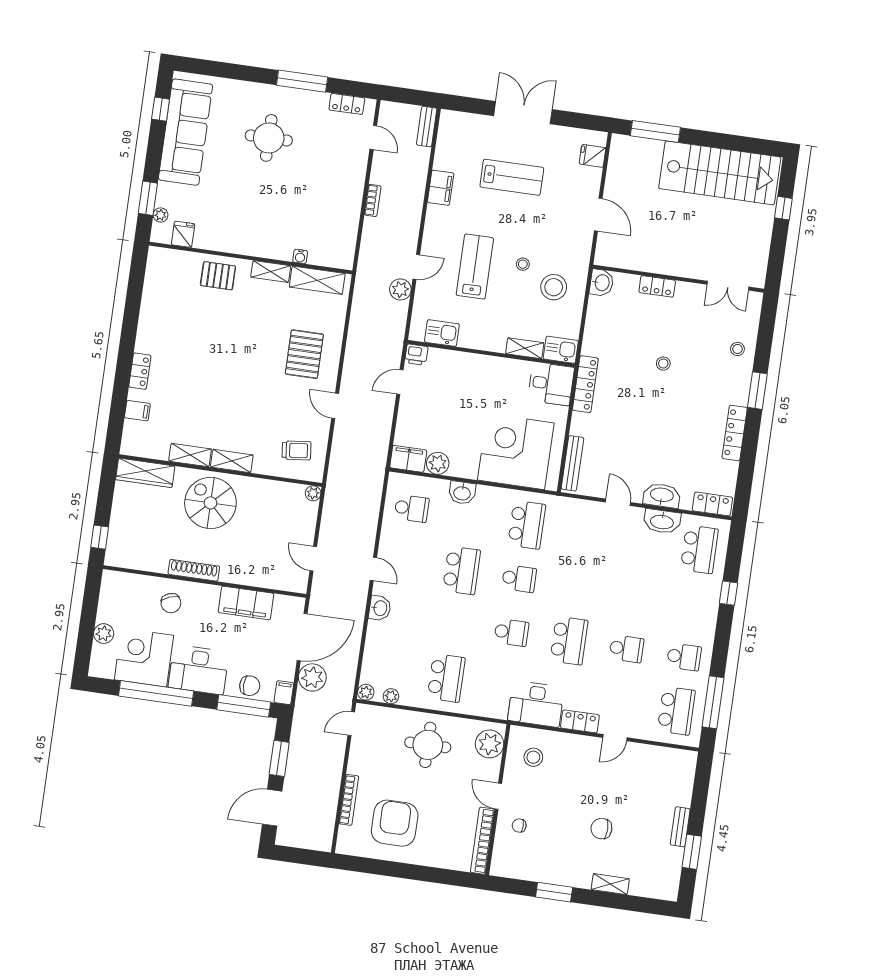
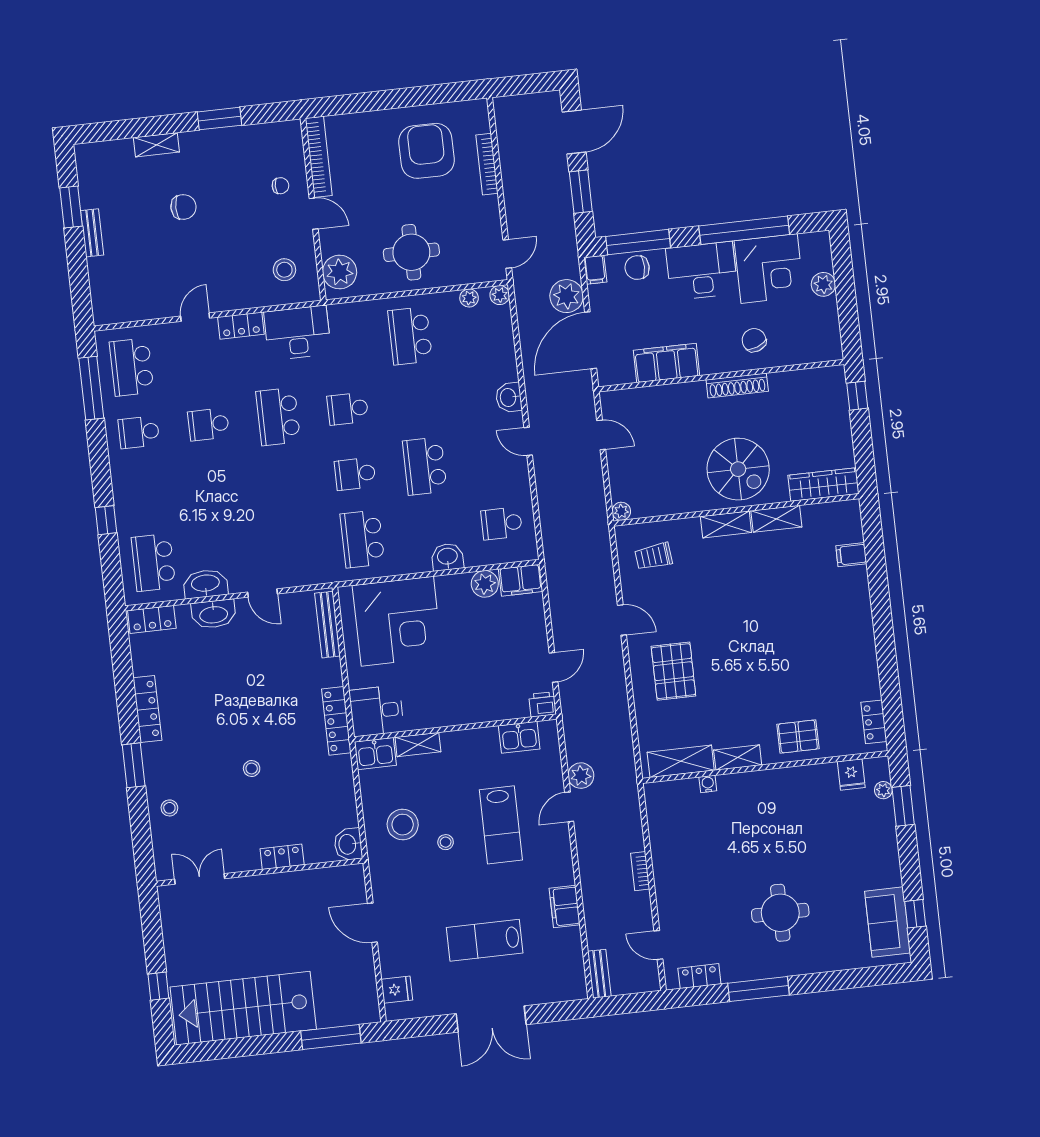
sofa: (186, 132) -> (888, 922), width x0.54, depth x0.79
locker: (140, 371) -> (874, 722), moved
armchair: (395, 823) -> (426, 151), turned 180

